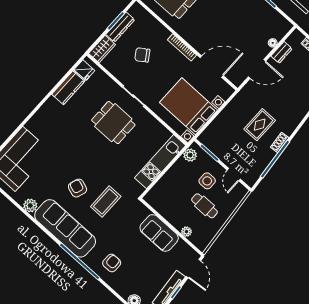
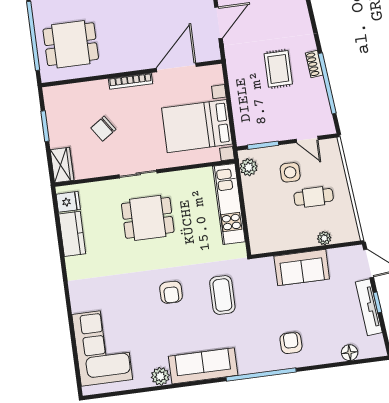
dresser: (120, 27) -> (55, 127), removed
armchair: (78, 188) -> (171, 292), moved, turned -109
sofa: (65, 228) -> (203, 366), width x0.74, depth x0.79

